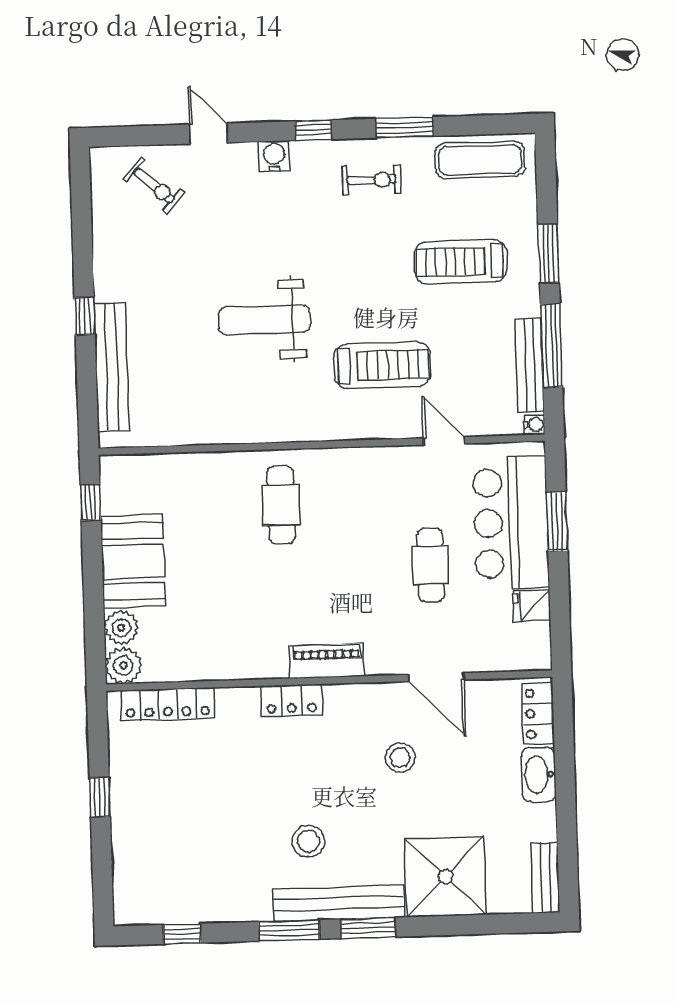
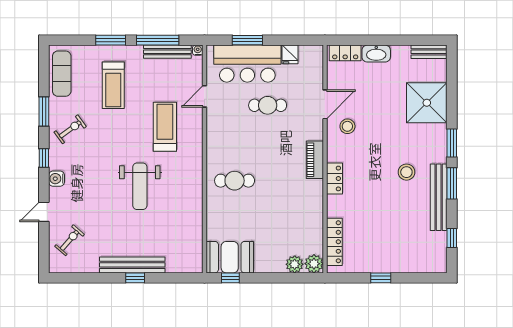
exercise bike: (371, 180) -> (70, 129), turned 54
bench: (112, 367) -> (132, 265), moved
booth: (133, 561) -> (230, 257), moved
stool: (400, 758) -> (347, 126), moved
bench: (339, 903) -> (439, 197), moved

